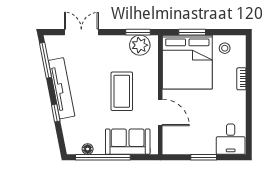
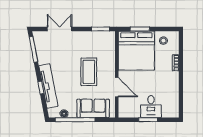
plant: (140, 45) -> (102, 38), removed
tv unit: (62, 88) -> (48, 86), moved
desk: (231, 139) -> (151, 107), moved

